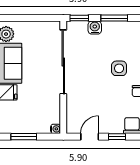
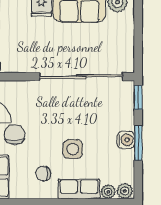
water cooler: (95, 28) -> (126, 140), moved
chair: (108, 113) -> (15, 134), added

